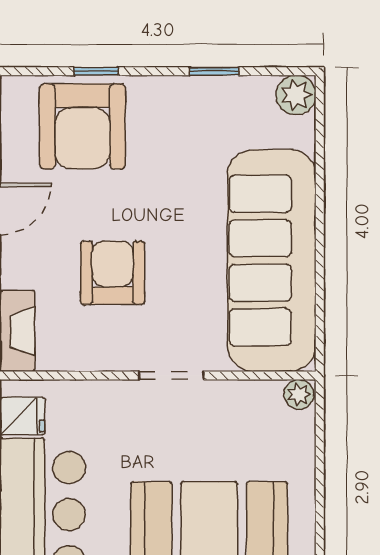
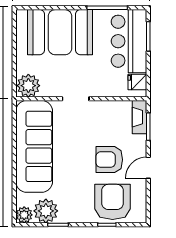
plant: (244, 104) -> (46, 211), added
armchair: (113, 273) -> (109, 160), moved, turned 90
plant: (299, 394) -> (28, 86), width x1.88, depth x1.88

